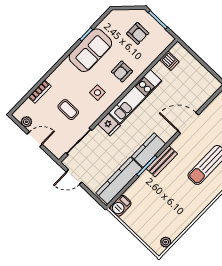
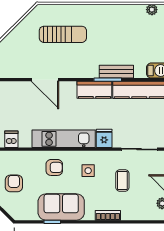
bookcase: (40, 92) -> (108, 215), moved
bench: (162, 161) -> (116, 72), moved

